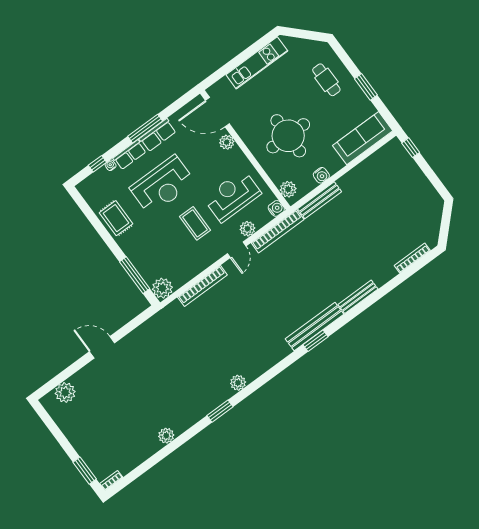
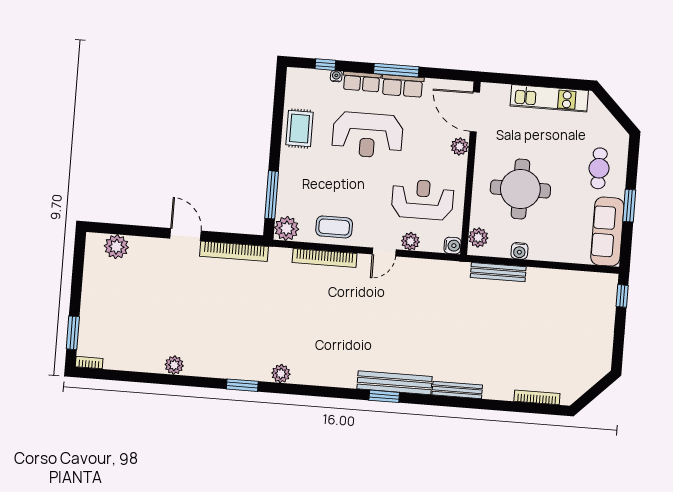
sofa: (363, 138) -> (607, 232), moved, turned -90
coffee table: (195, 223) -> (334, 227), moved, turned 90
bookcase: (278, 231) -> (234, 251), moved

